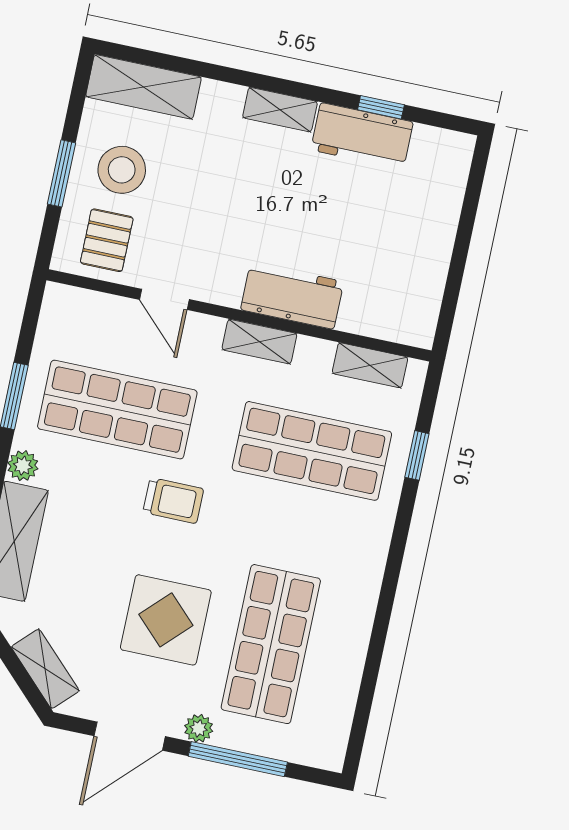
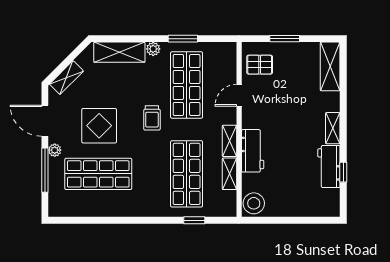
stool: (122, 170) -> (254, 203), moved
shelving: (370, 365) -> (229, 174), moved

